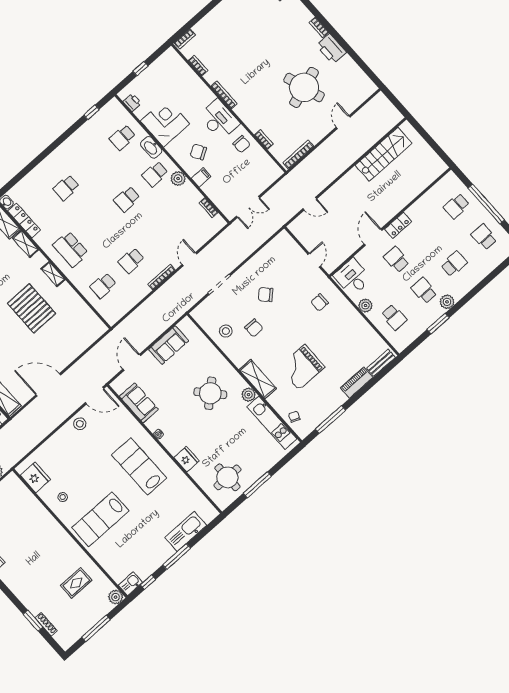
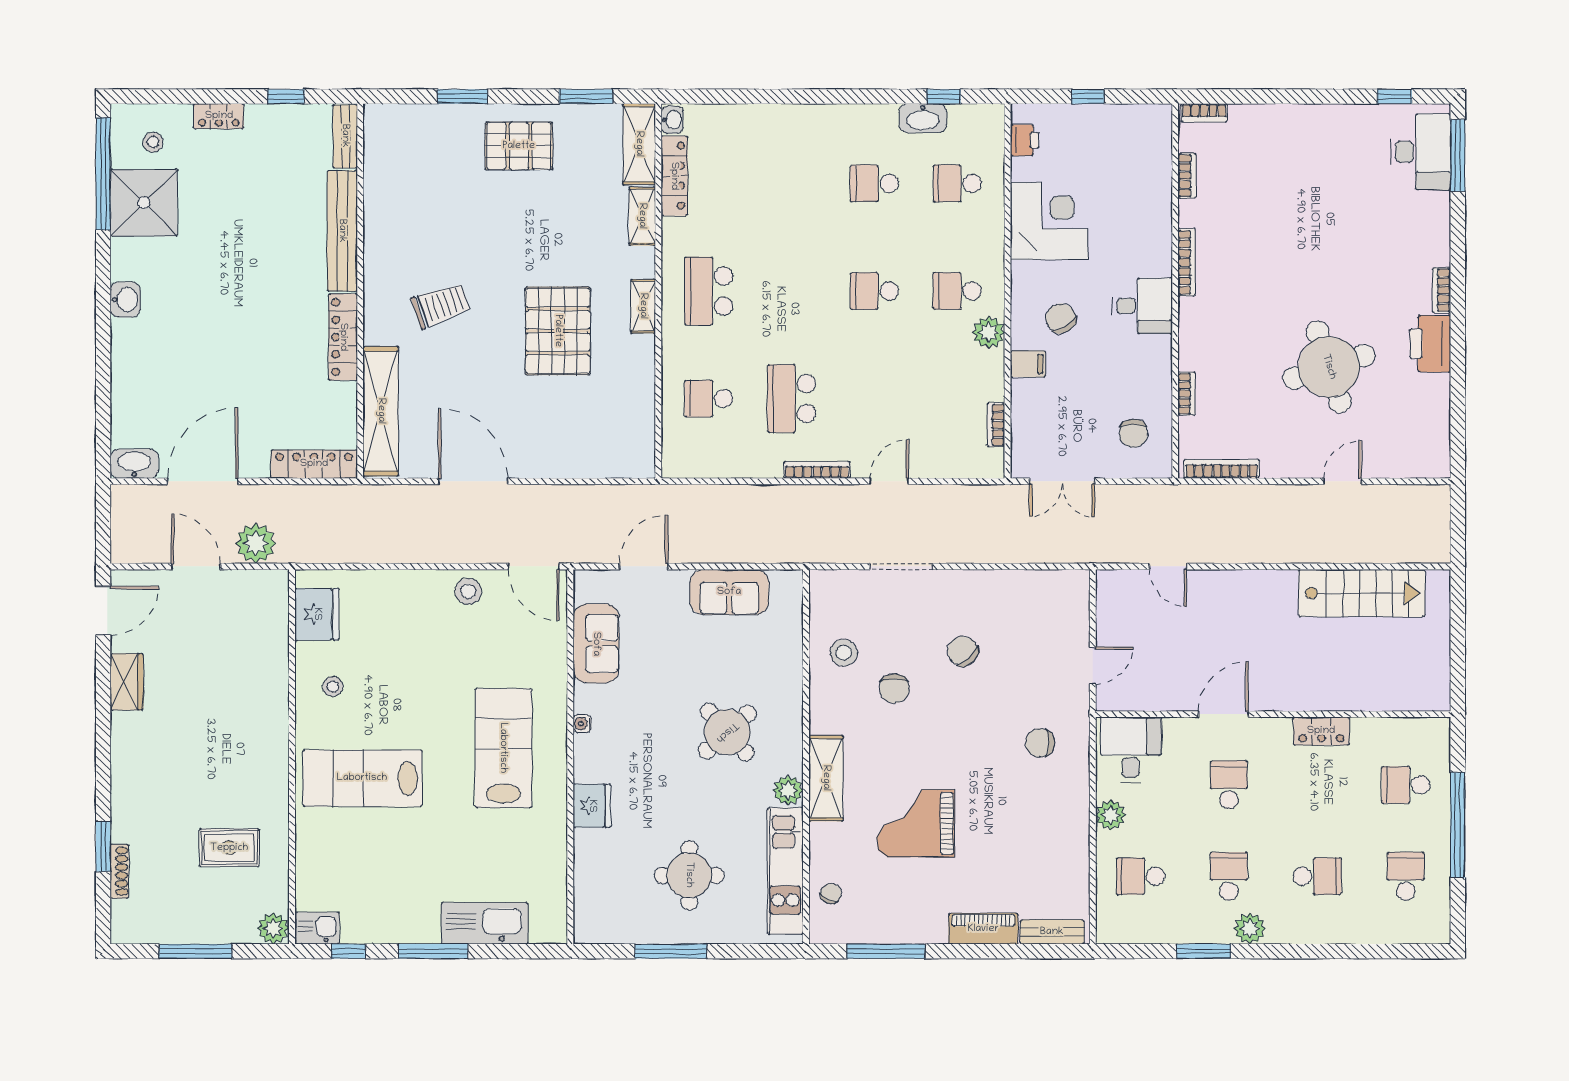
desk: (219, 120) -> (1142, 306), width x0.73
chair: (241, 144) -> (1133, 433), moved
washbasin: (151, 147) -> (923, 118), moved, turned -90
school desk: (66, 188) -> (874, 183), moved
locker: (398, 225) -> (1321, 731), moved
school desk: (131, 261) -> (792, 399), width x1.85
school desk: (394, 317) -> (1140, 876), turned 90
round table: (227, 477) -> (689, 875), moved

